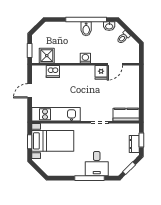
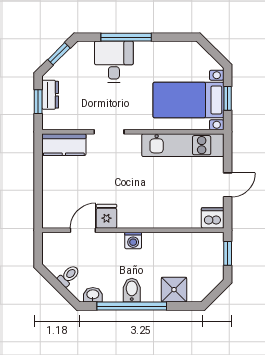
shower: (47, 56) -> (174, 290), moved
dishwasher: (53, 71) -> (213, 218), moved

